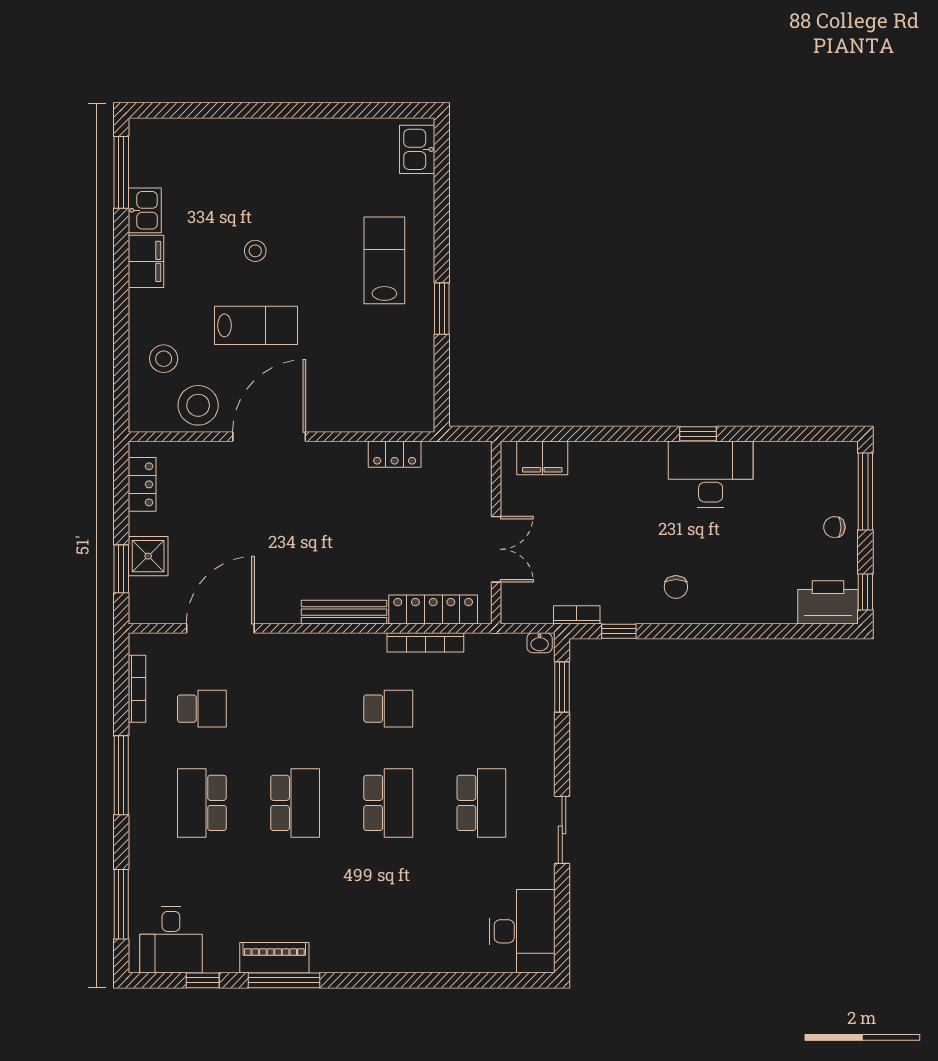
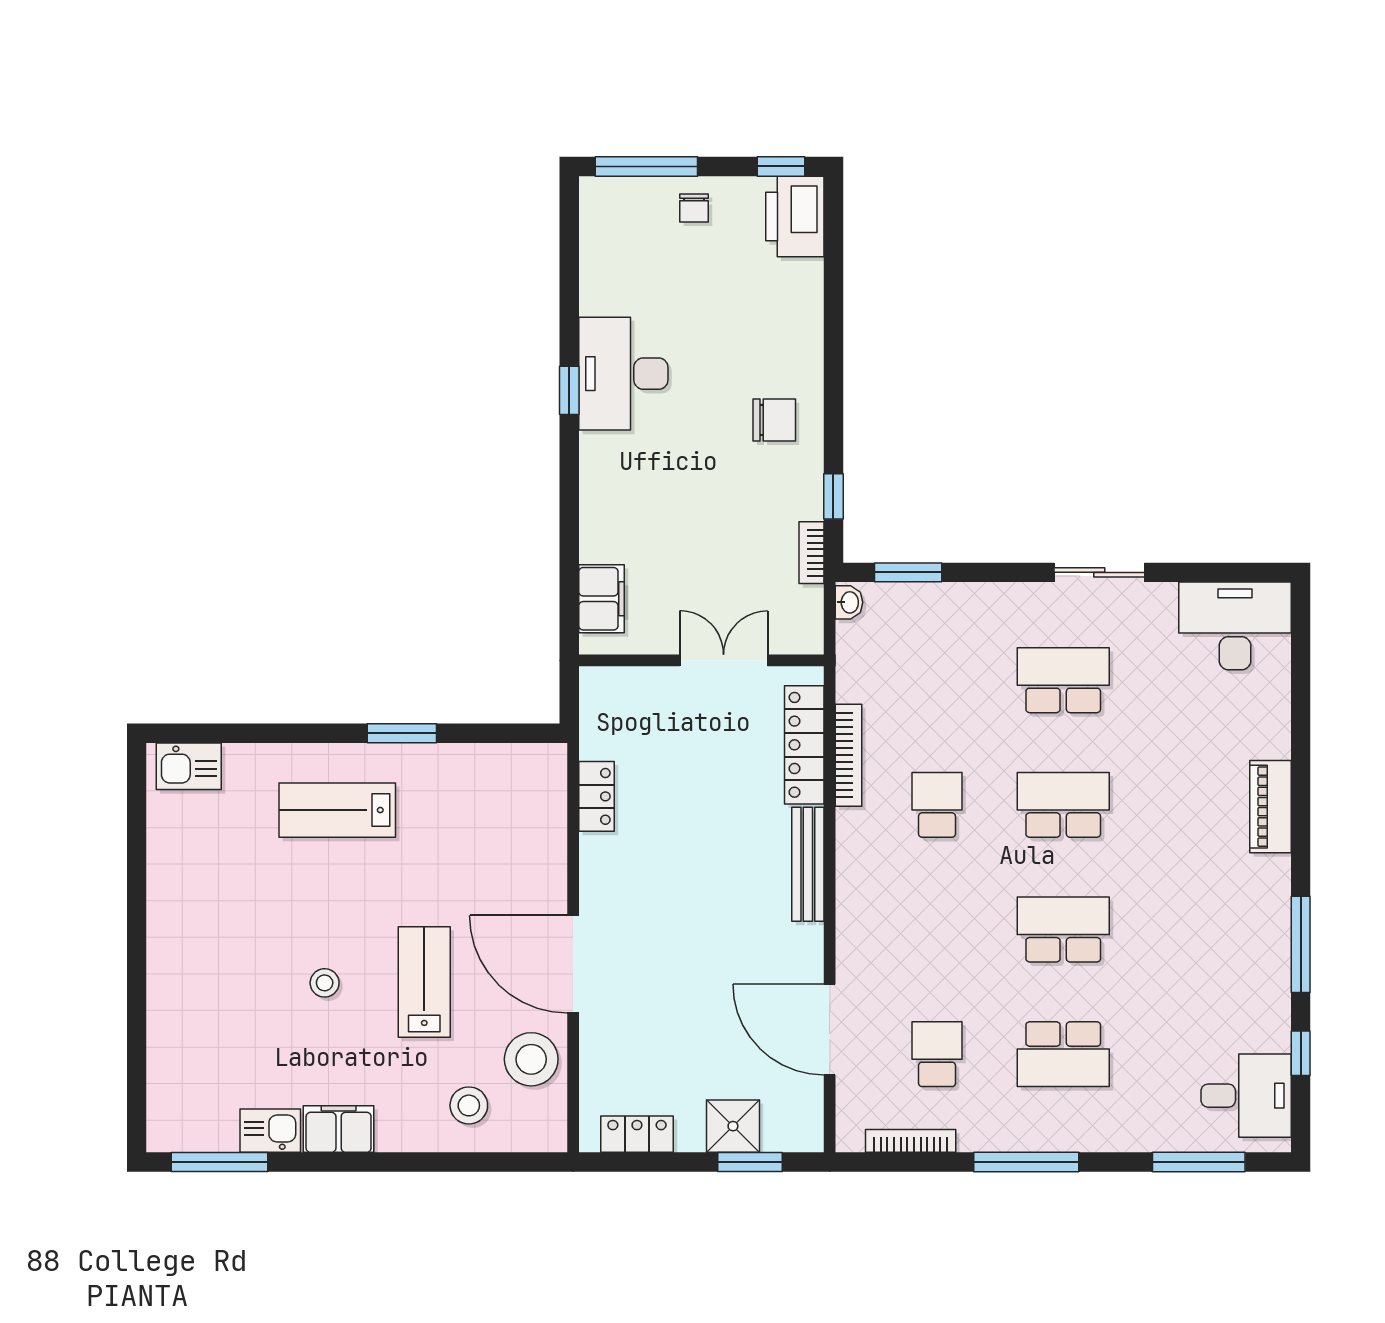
chair: (676, 587) -> (774, 420), width x1.37, depth x1.37
piano: (274, 958) -> (1270, 807), moved

